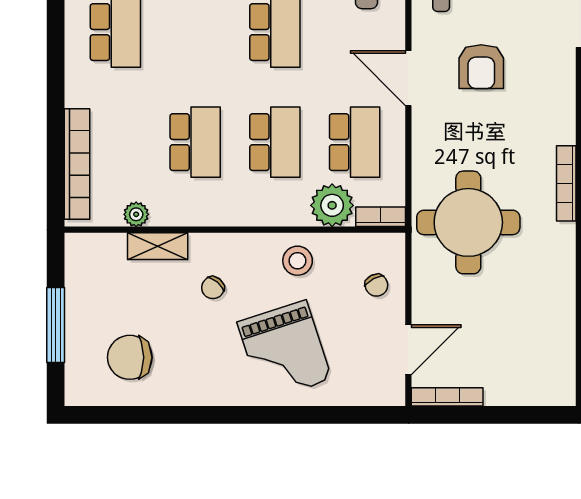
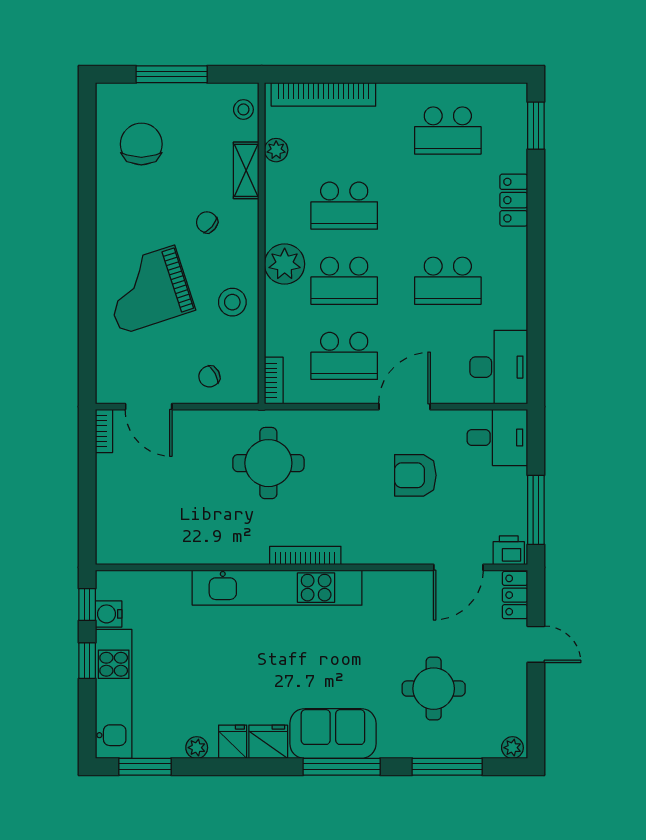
plant: (332, 205) -> (285, 264), moved
round table: (468, 222) -> (268, 463), width x0.73, depth x0.73
stool: (93, 249) -> (243, 109), added
bookcase: (447, 397) -> (104, 431), width x0.64

